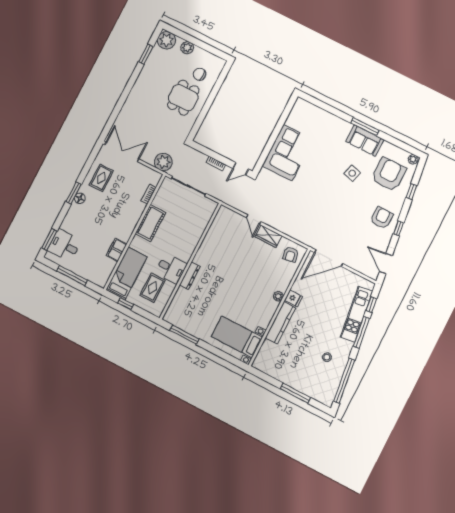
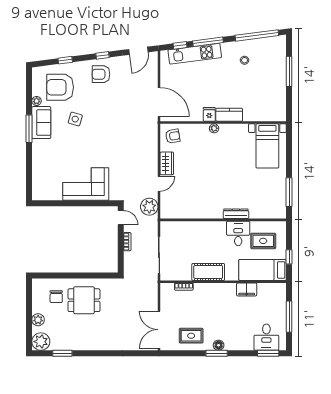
plant: (413, 159) -> (37, 101), moved
plant: (163, 162) -> (149, 207), moved
kitchen counter: (281, 323) -> (229, 115), width x0.67

